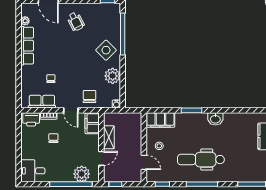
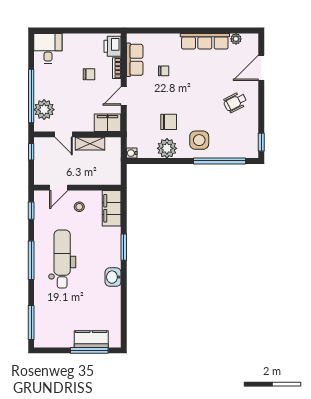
side table: (106, 50) -> (199, 140), turned 45
chair: (89, 97) -> (169, 122), moved

